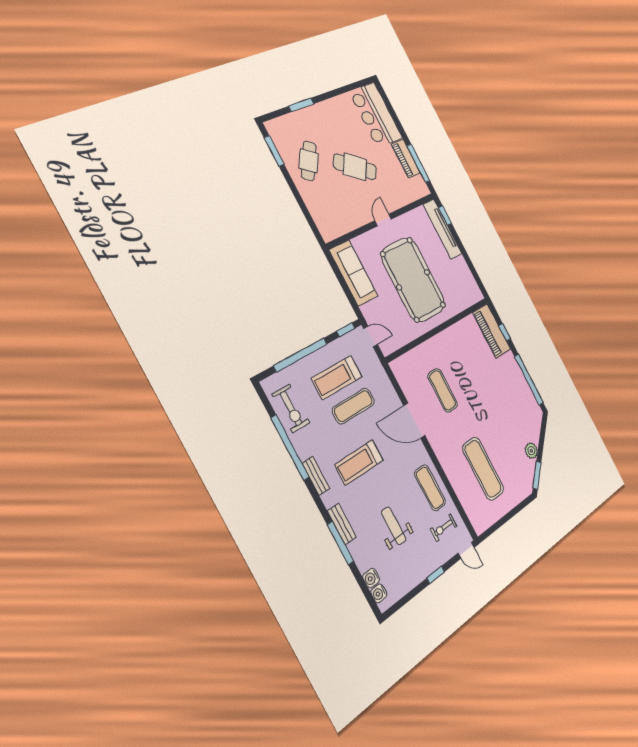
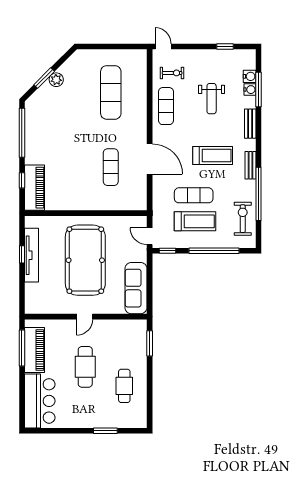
window: (274, 151) -> (150, 343), moved
piano: (406, 159) -> (34, 350), width x1.37, depth x1.33
cafe table: (309, 161) -> (124, 386), turned -35
cafe table: (355, 167) -> (85, 367), turned 55
window: (445, 216) -> (22, 254), moved
tv unit: (443, 229) -> (32, 255), moved
window: (537, 475) -> (44, 78), moved
window: (340, 543) -> (258, 89), moved
window: (436, 575) -> (225, 46), moved
water cooler: (379, 593) -> (250, 90), moved

